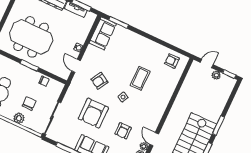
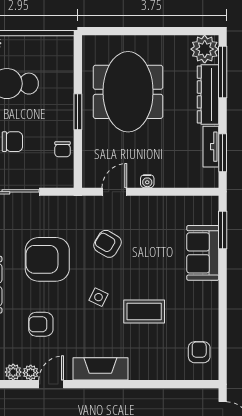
sofa: (103, 33) -> (203, 253), moved, turned 90
fireplace: (158, 112) -> (100, 369), added

